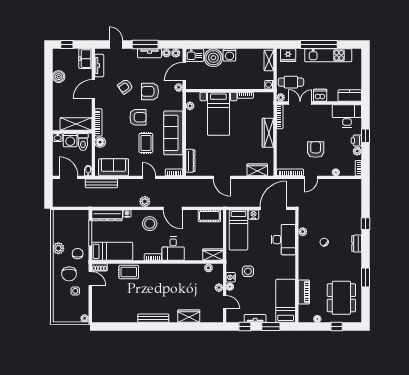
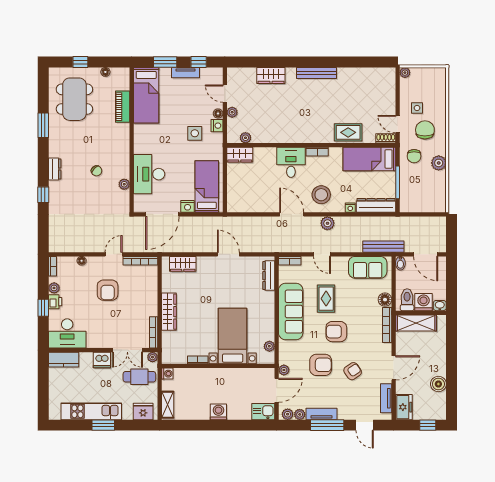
window: (319, 45) -> (103, 425), width x0.47
boiler: (213, 58) -> (239, 408), removed
cot: (209, 216) -> (244, 205), removed

